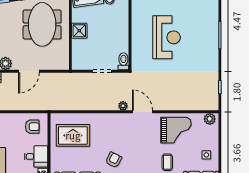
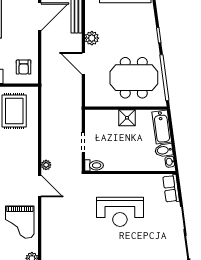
door: (142, 112) -> (40, 186), hinge flipped

